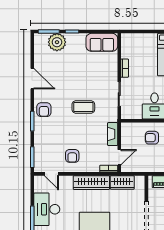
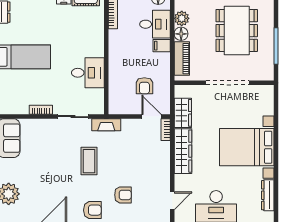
fireplace: (113, 134) -> (106, 125), moved
armchair: (152, 138) -> (144, 86), moved
armchair: (72, 156) -> (123, 195), moved

